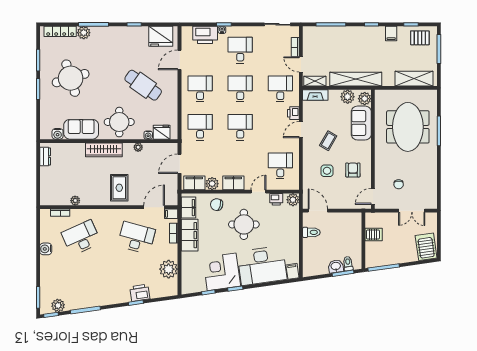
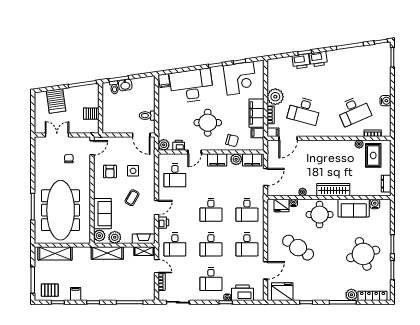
shelving: (356, 79) -> (107, 253), width x0.68
meeting table: (408, 127) -> (61, 210), width x1.36
rug: (119, 188) -> (373, 155), moved
filing cabinet: (188, 208) -> (257, 133), width x0.50
server rack: (426, 247) -> (56, 101), moved
plant: (169, 269) -> (275, 97), moved
corner desk: (222, 272) -> (240, 78), moved
printer: (121, 295) -> (318, 59), added
plant: (58, 305) -> (374, 50), removed

